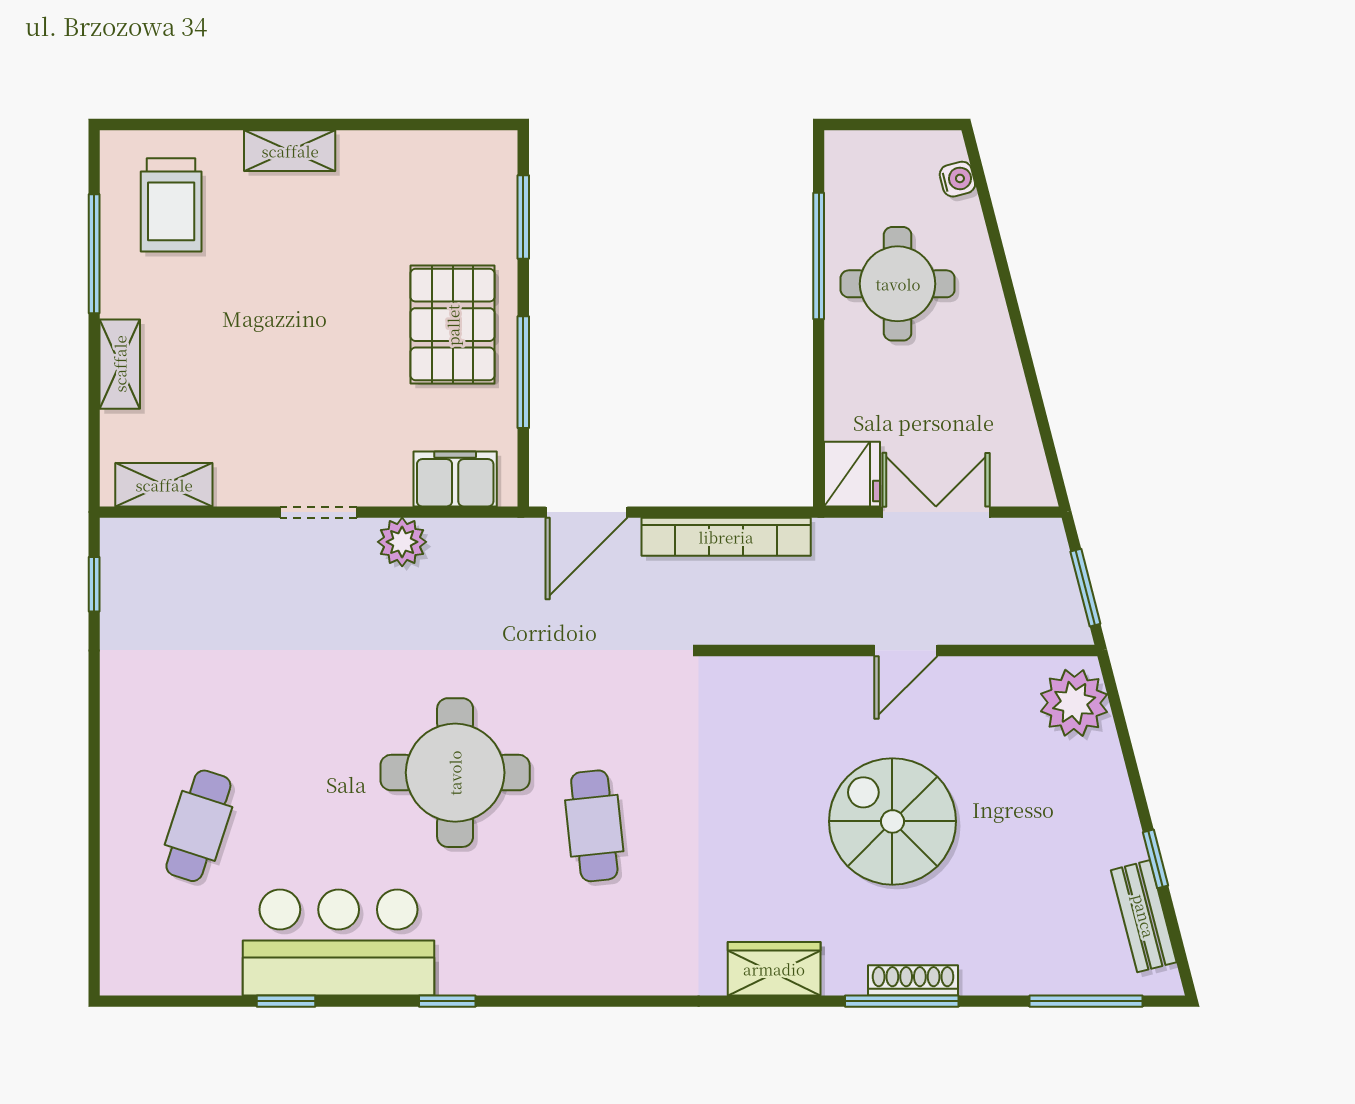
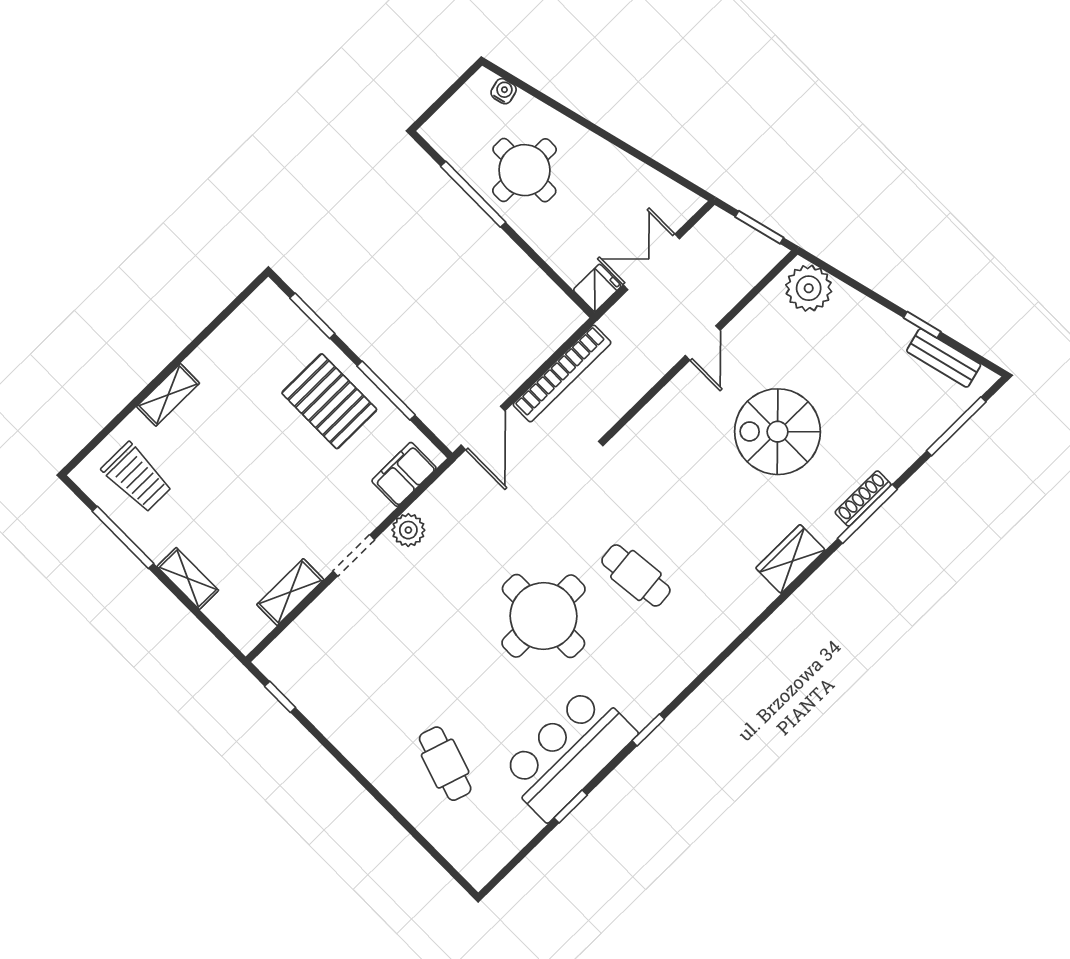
fridge: (852, 474) -> (597, 288), width x0.72
shelving: (164, 485) -> (290, 592), moved

